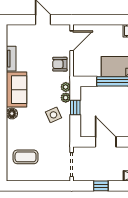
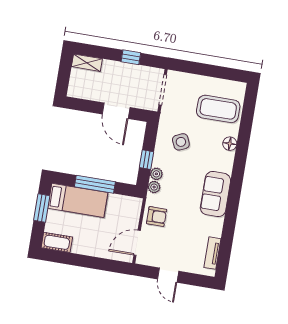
tv unit: (11, 59) -> (212, 253), moved
floor lamp: (12, 114) -> (230, 144), moved
side table: (53, 115) -> (181, 142), moved
coffee table: (26, 157) -> (218, 109), width x1.36, depth x1.32

